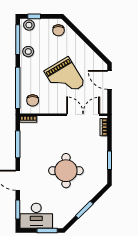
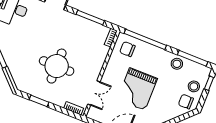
stool: (29, 25) -> (194, 86), moved
grand piano: (64, 78) -> (137, 89), turned -59
double door: (83, 115) -> (94, 93), width x0.73
round table: (66, 171) -> (57, 66), moved

